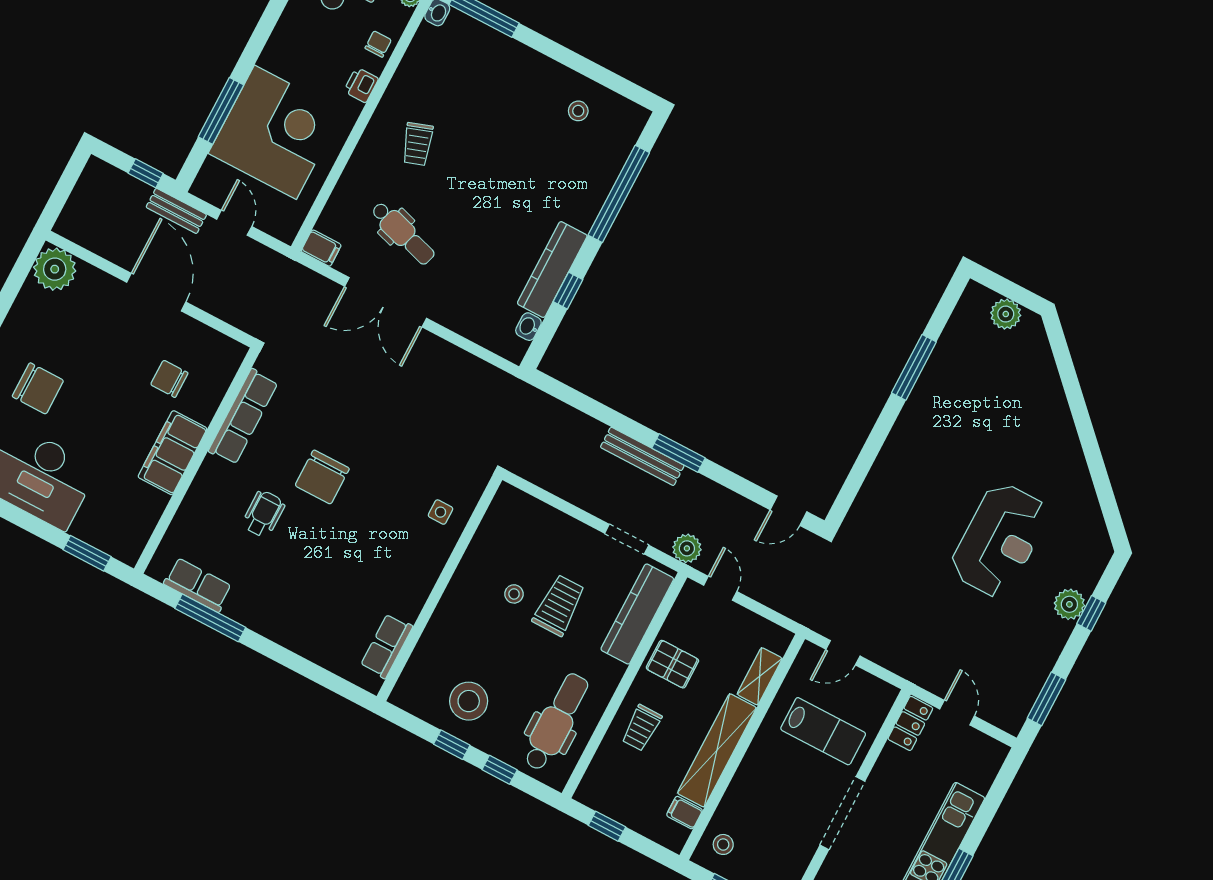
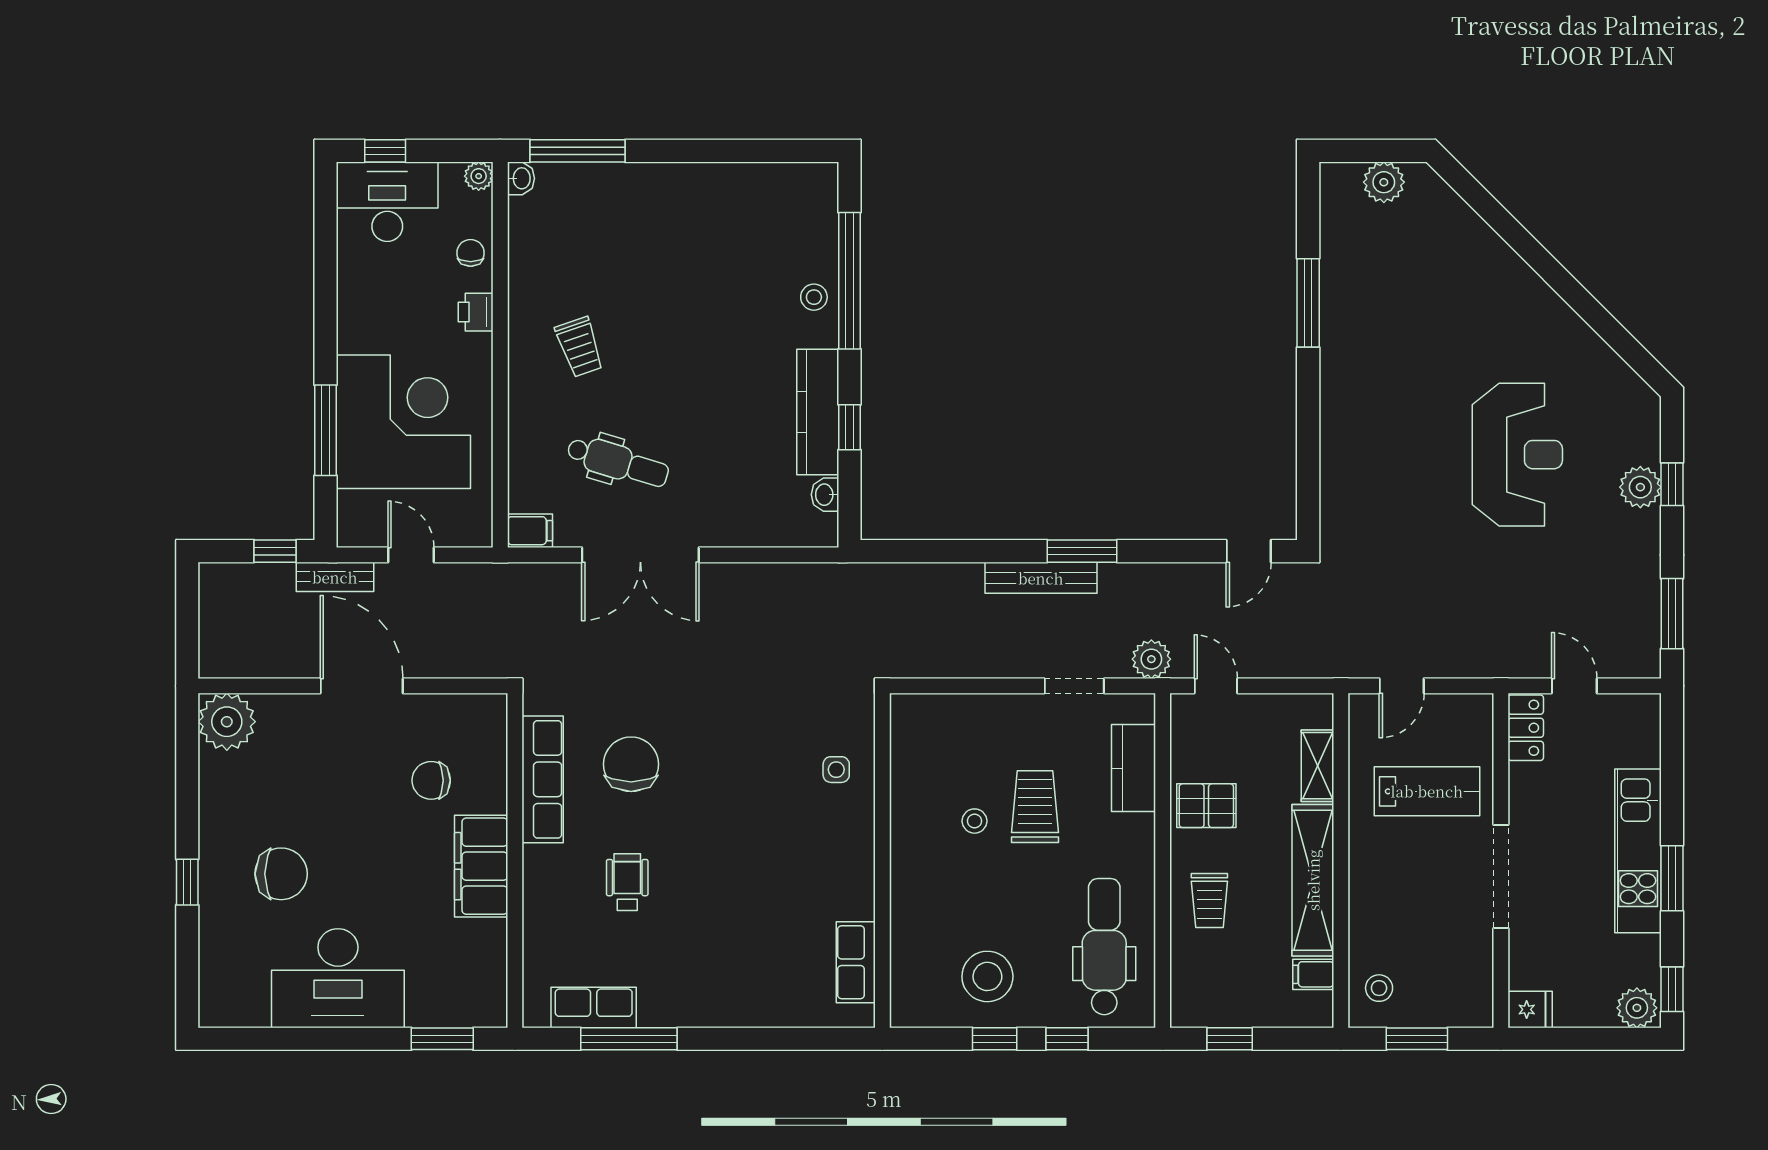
stool: (578, 111) -> (814, 297), moved
chair: (322, 477) -> (631, 764), moved, turned 180
kitchen counter: (637, 614) -> (1133, 768), width x0.67

